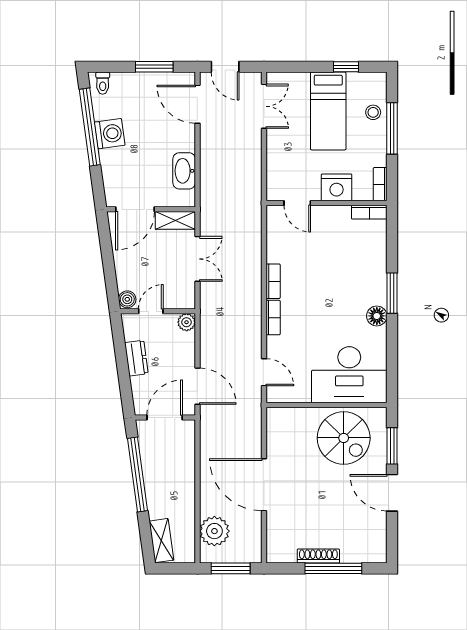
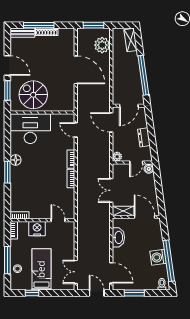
door: (135, 209) -> (145, 217), hinge flipped
bench: (364, 554) -> (22, 33), added

